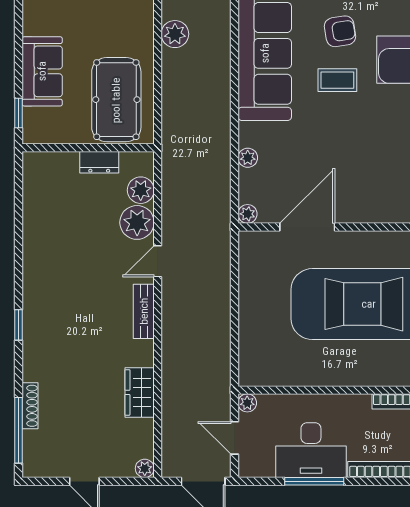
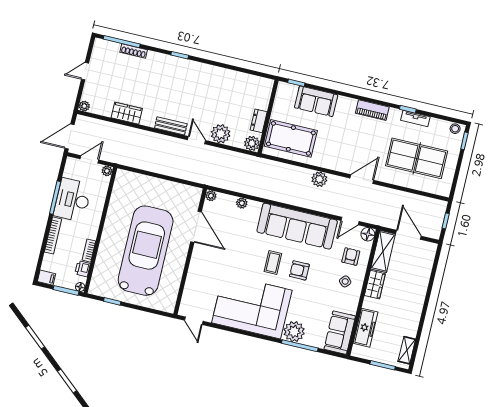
armchair: (340, 31) -> (299, 270), turned 99
plant: (141, 190) -> (252, 143), moved

